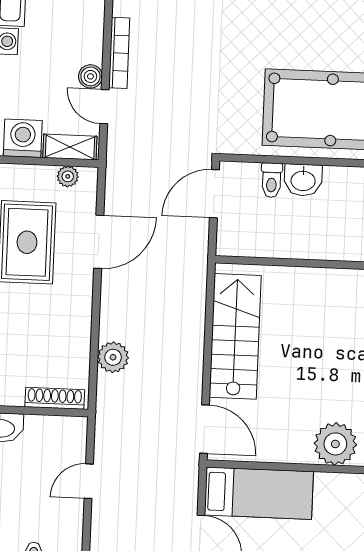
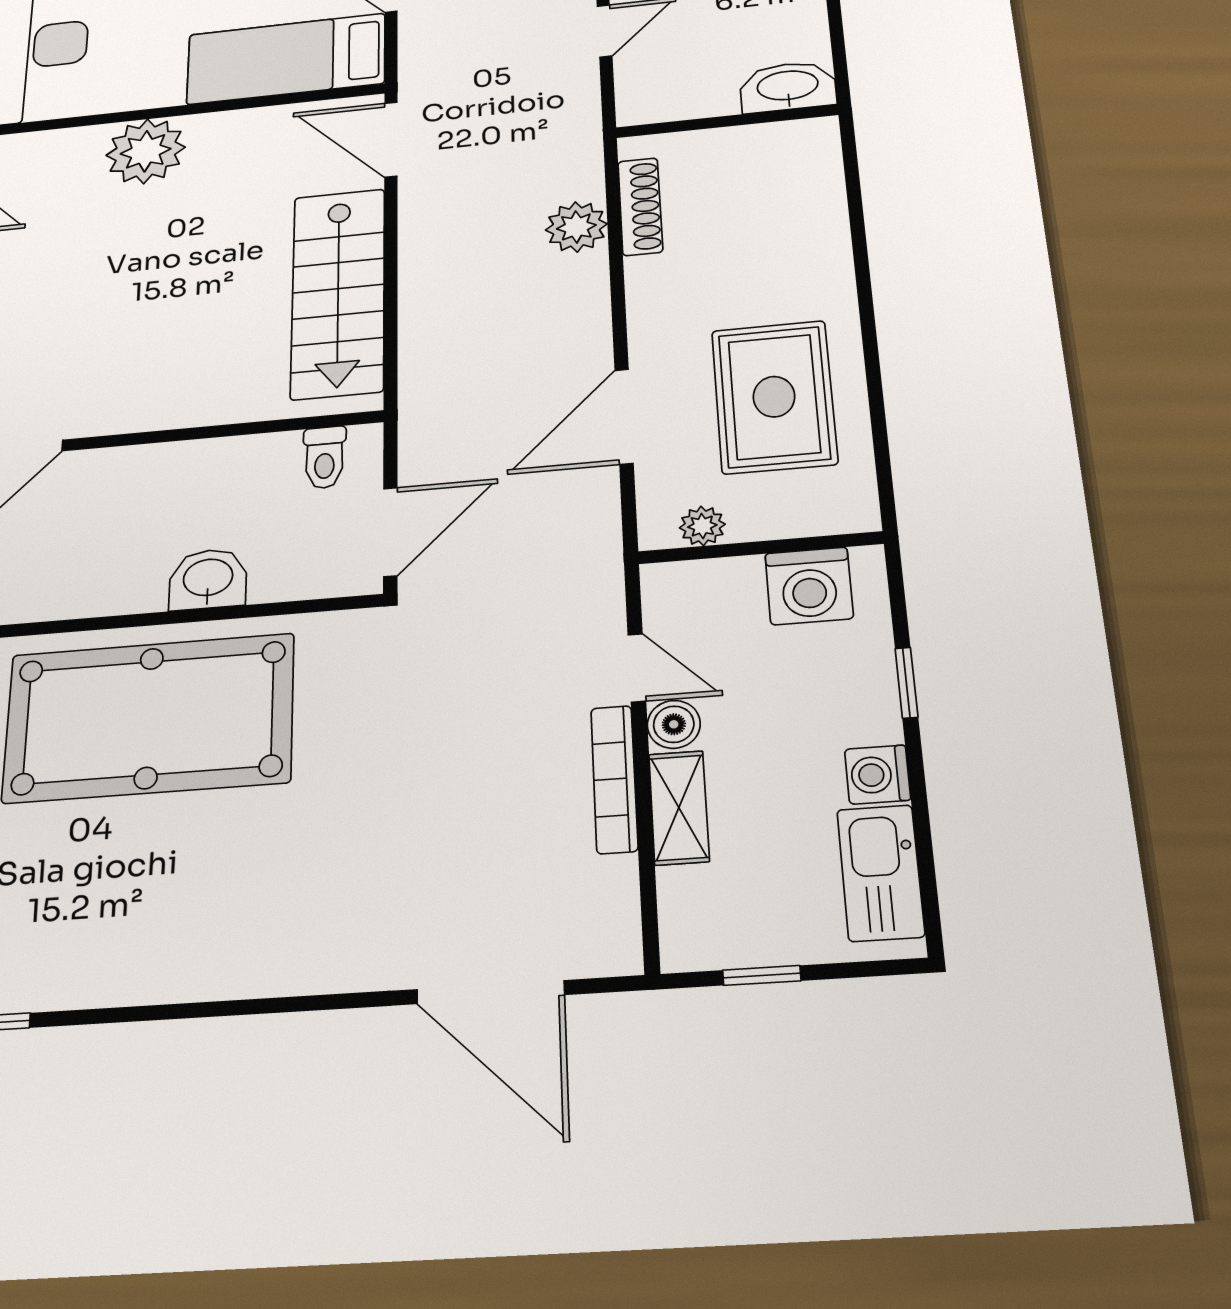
shelving: (70, 147) -> (679, 808), moved, turned 90
toilet: (272, 180) -> (325, 457), moved, turned 180
shoe rack: (55, 398) -> (640, 207), moved, turned -90

